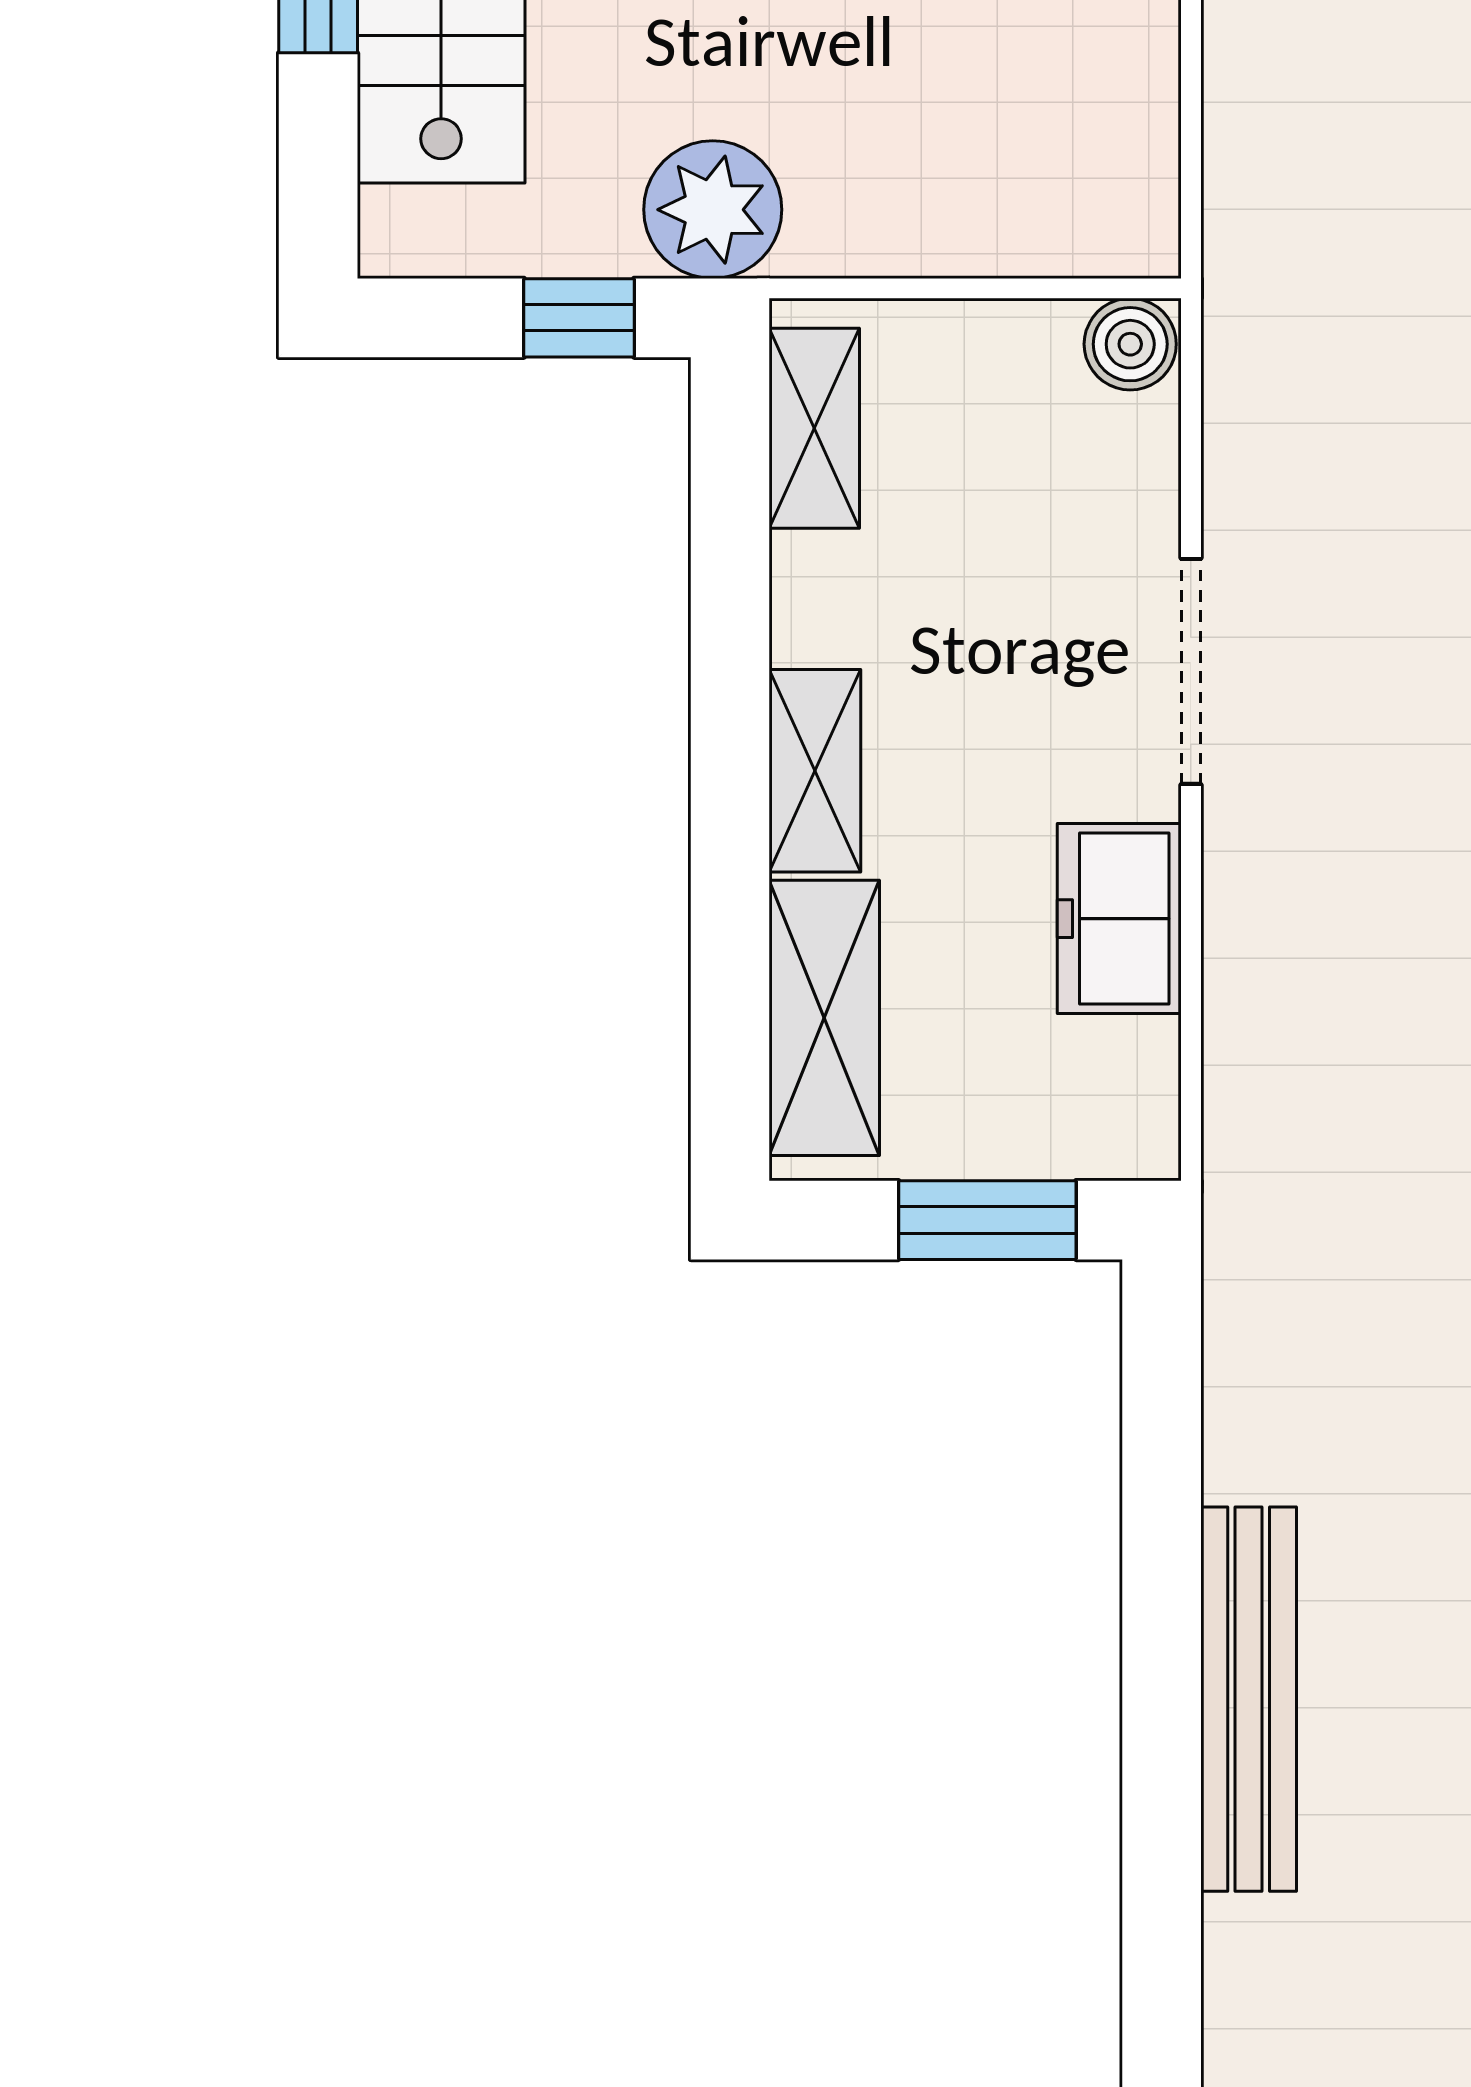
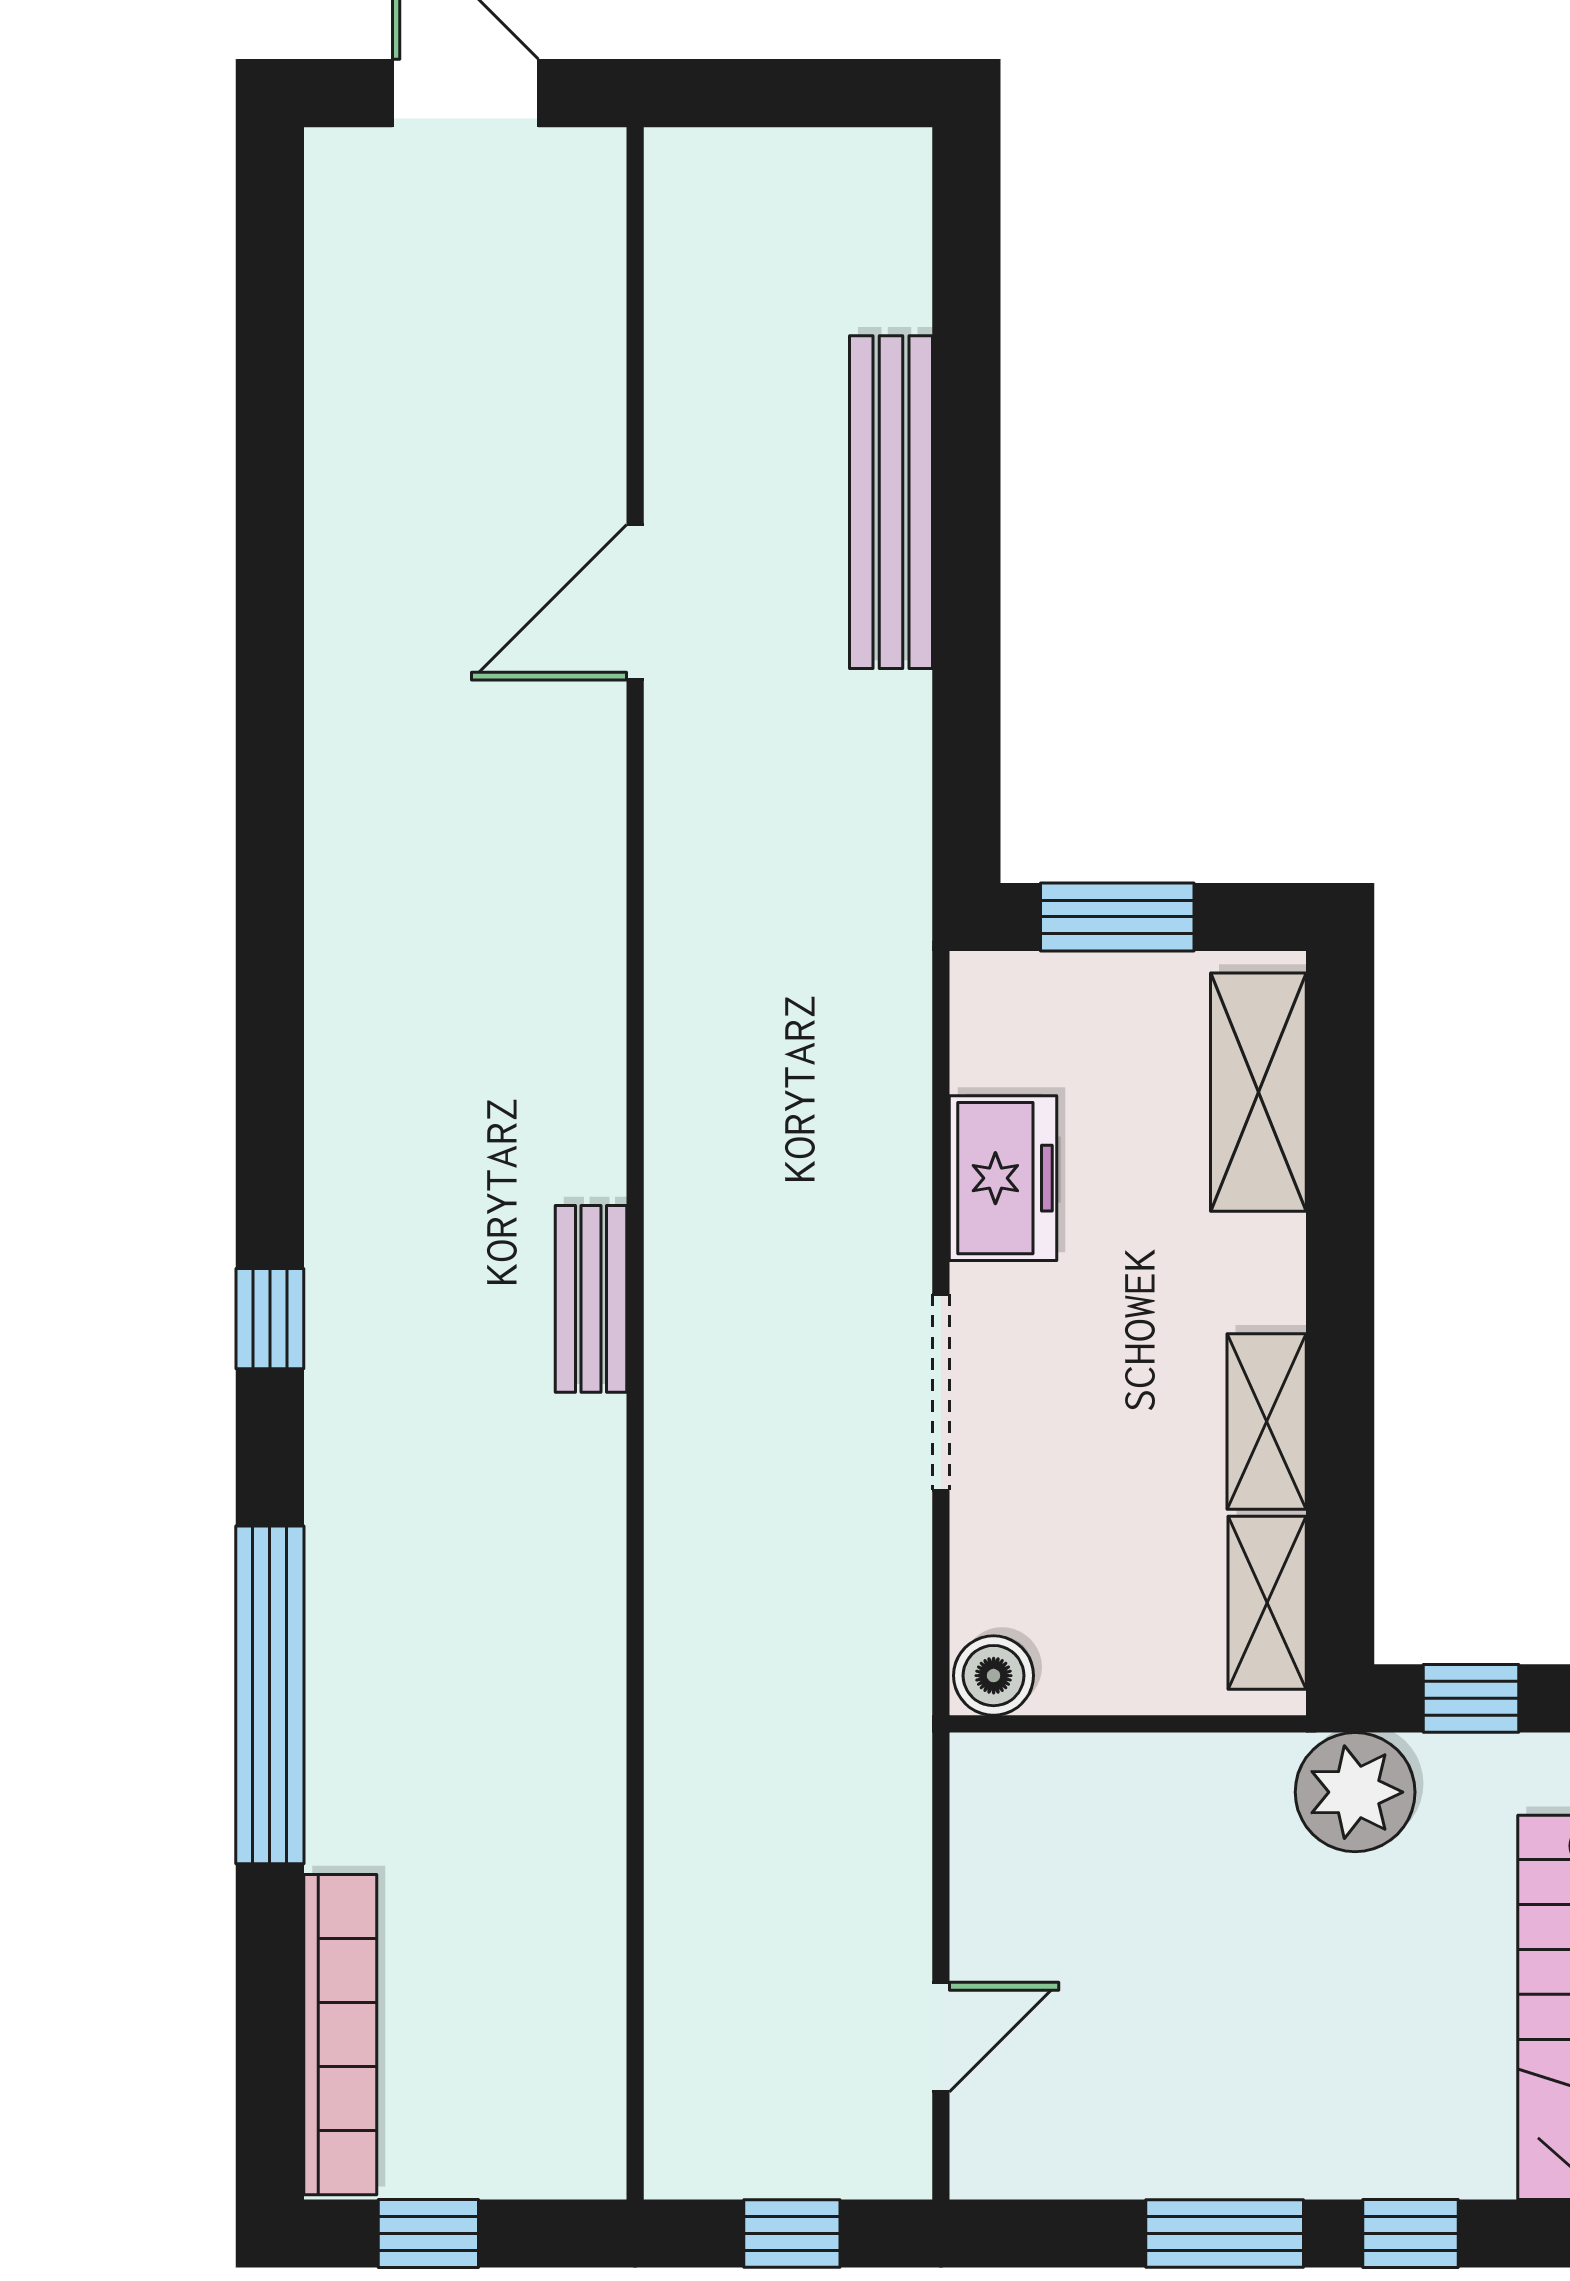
shelving: (815, 771) -> (1267, 1421), moved

